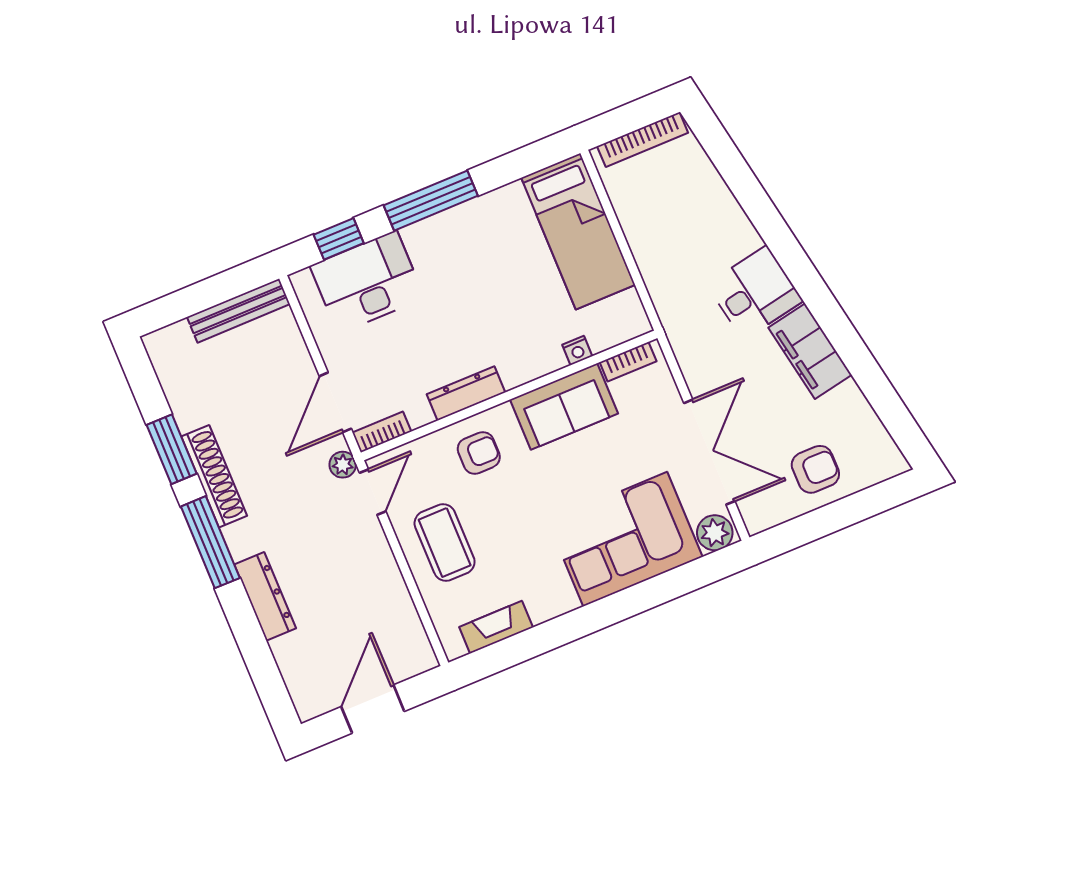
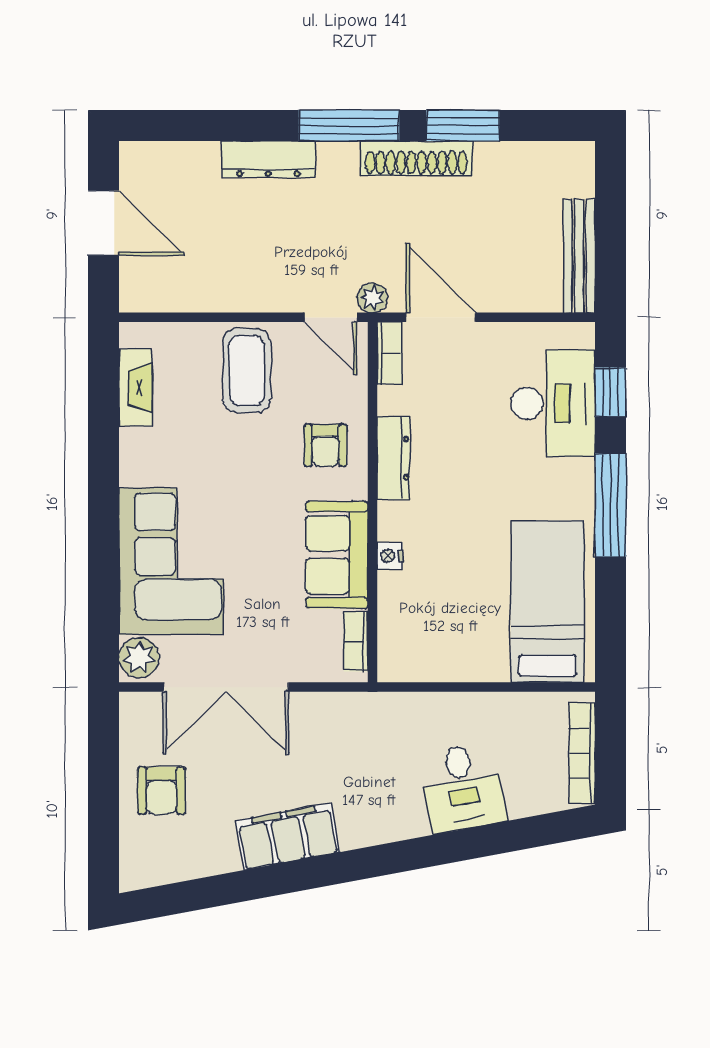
bed: (578, 231) -> (547, 602), moved, turned 90
desk: (755, 293) -> (463, 787), moved
nightstand: (577, 350) -> (390, 556), moved
coffee table: (445, 543) -> (247, 371), turned 90

